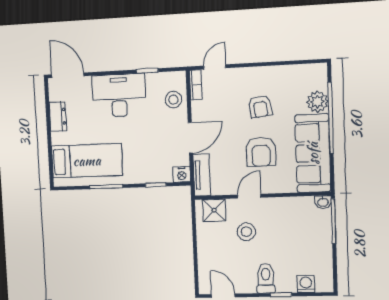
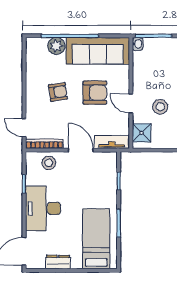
bookcase: (196, 85) -> (44, 144), width x1.56
nightstand: (182, 174) -> (111, 159), removed

